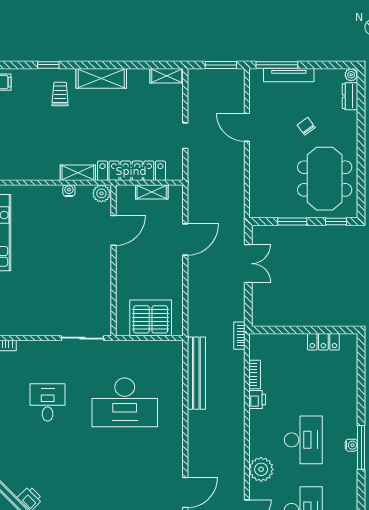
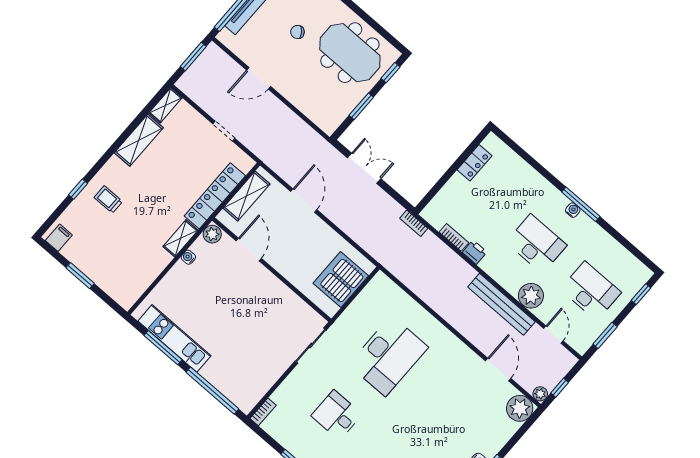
shelving: (101, 78) -> (139, 140), moved
shelving: (152, 192) -> (246, 196), width x1.50, depth x1.33
bench: (196, 373) -> (501, 304), moved

